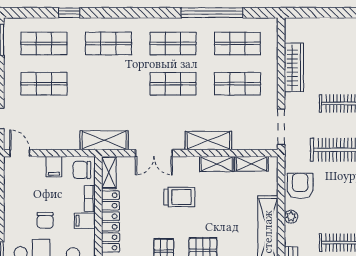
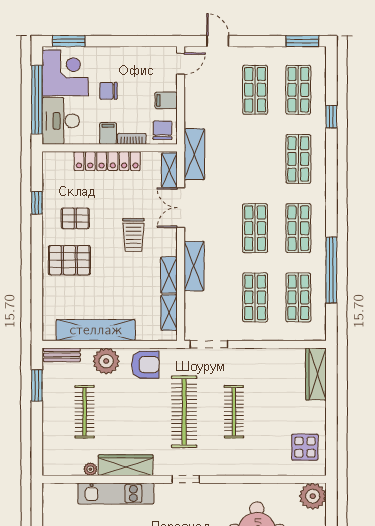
wardrobe: (294, 67) -> (316, 374), moved, turned 90
shelving: (109, 173) -> (169, 170), moved, turned 90
plant: (291, 217) -> (106, 361), width x1.87, depth x1.87

